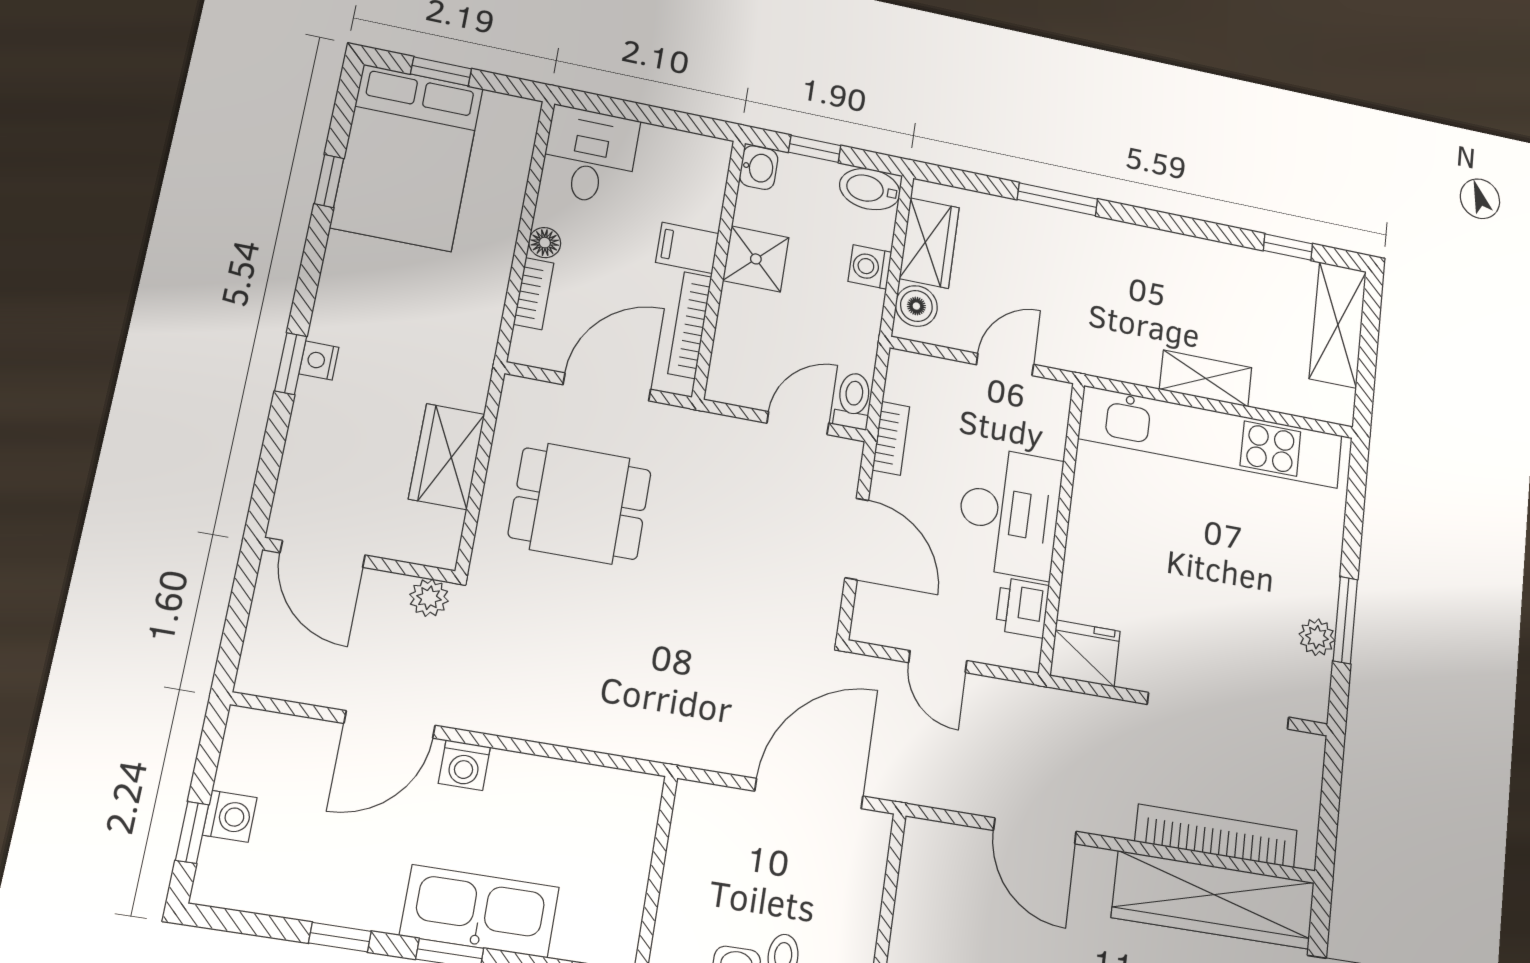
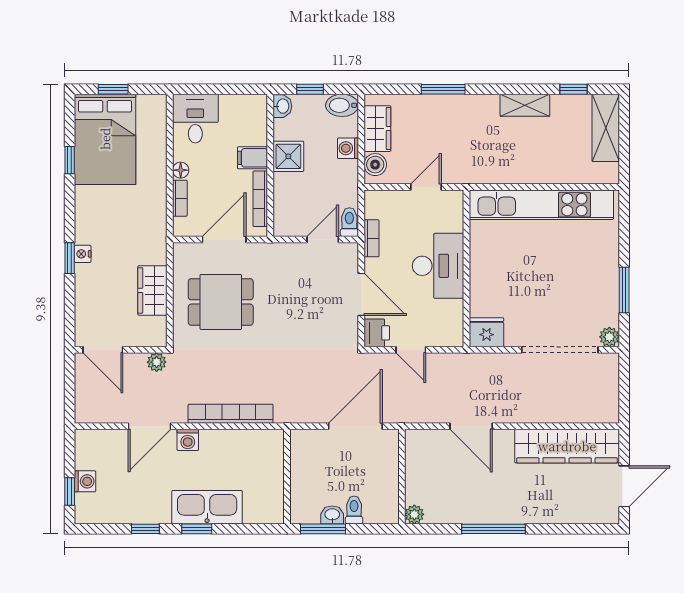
shelving: (1206, 378) -> (525, 105), moved
printer: (1022, 608) -> (377, 333), moved, turned 180
plant: (1317, 637) -> (609, 337), moved
bookcase: (1216, 836) -> (231, 414), moved

